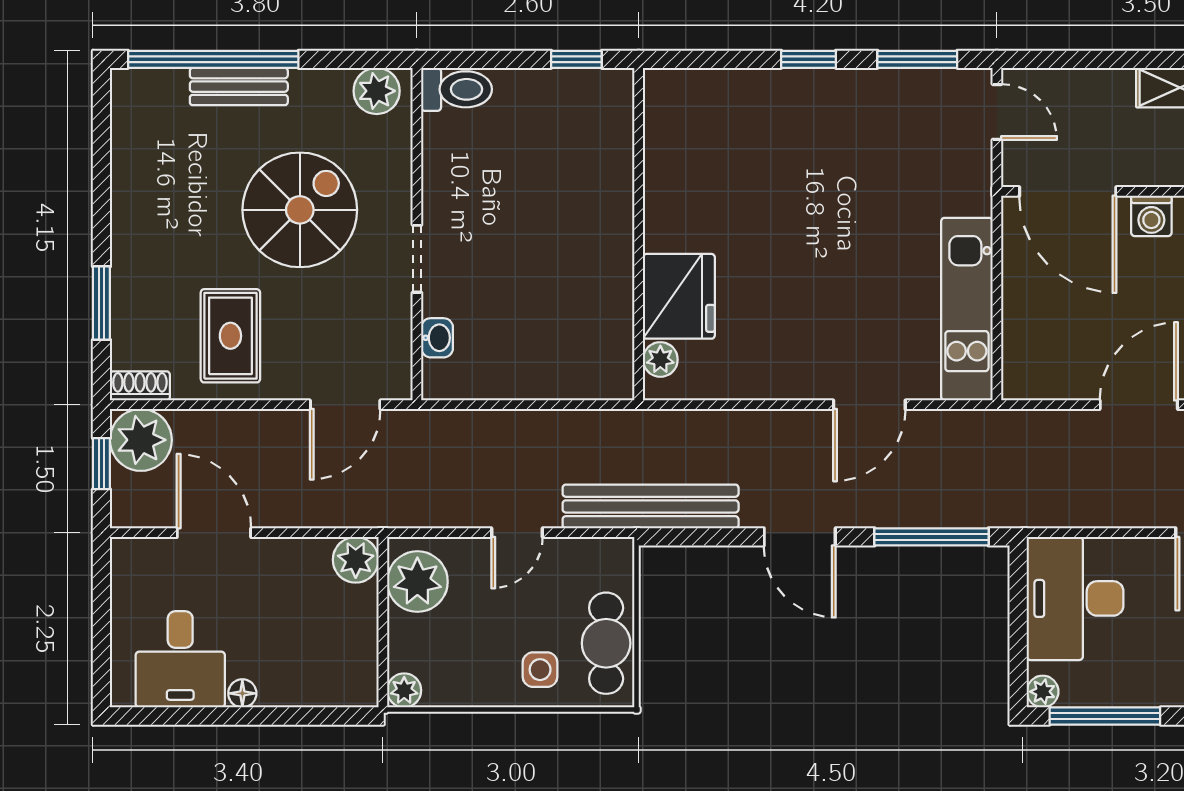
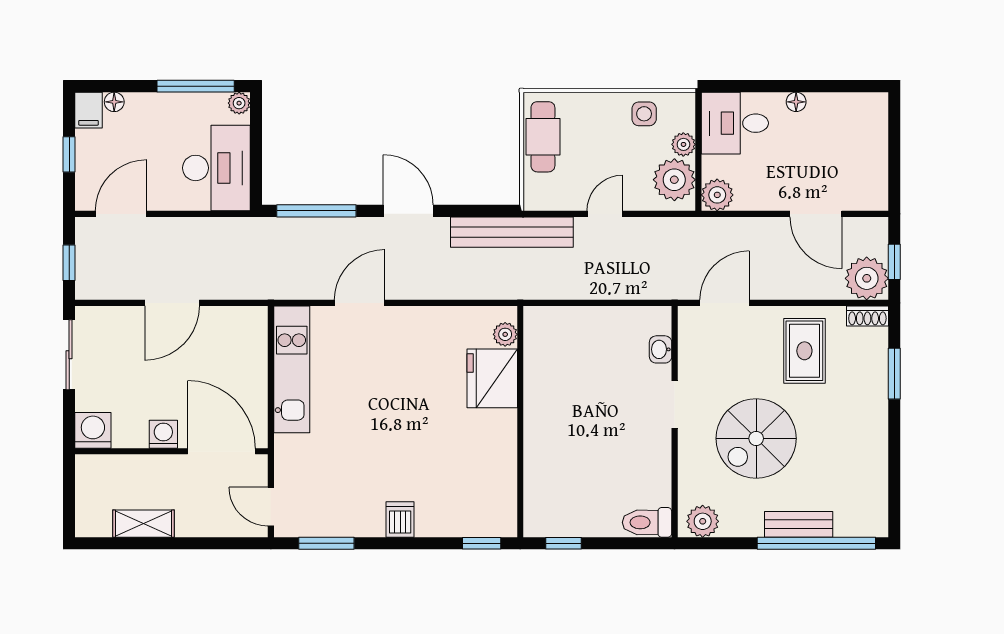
window: (809, 59) -> (482, 543), moved
dishwasher: (811, 93) -> (400, 519), added
desk: (180, 659) -> (735, 123), moved, turned -90
side table: (540, 670) -> (644, 114), moved
plant: (404, 690) -> (683, 144), moved

